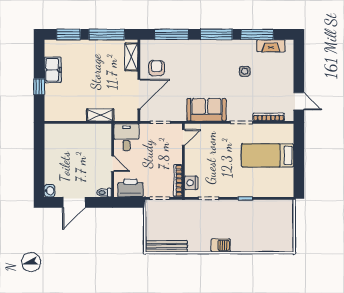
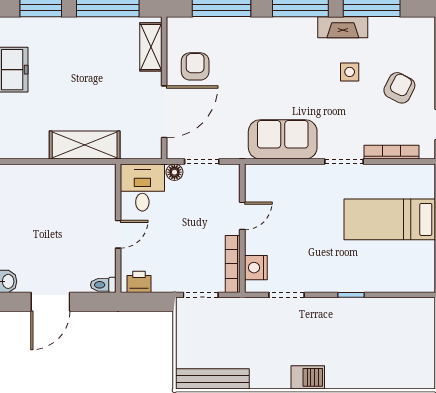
fireplace: (271, 46) -> (343, 27), moved
armchair: (273, 80) -> (399, 88), added
shelving: (100, 115) -> (85, 145), width x1.50, depth x1.33
floor lamp: (145, 128) -> (174, 172), added
door: (183, 137) -> (242, 216), moved
door: (113, 164) -> (118, 234), hinge flipped
printer: (130, 188) -> (139, 282), width x0.53, depth x0.68

